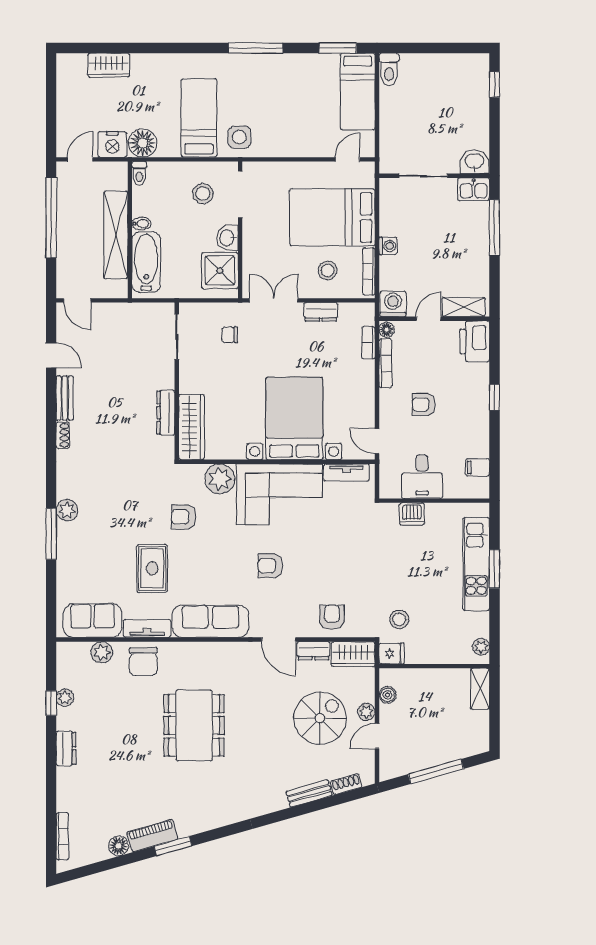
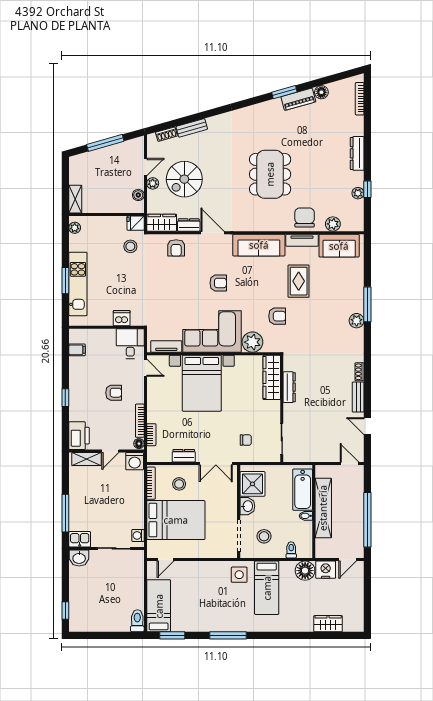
toilet: (139, 174) -> (291, 550), moved
washing machine: (388, 246) -> (138, 535), moved
desk: (422, 477) -> (130, 344), moved
dresser: (66, 748) -> (357, 153), width x1.44

